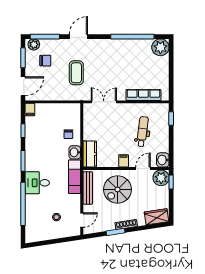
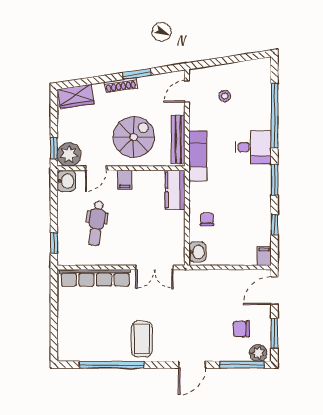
plant: (160, 47) -> (70, 349), removed
coffee table: (76, 73) -> (142, 339), moved
row of seats: (143, 95) -> (95, 278), width x1.36
washbasin: (75, 152) -> (197, 252), moved

